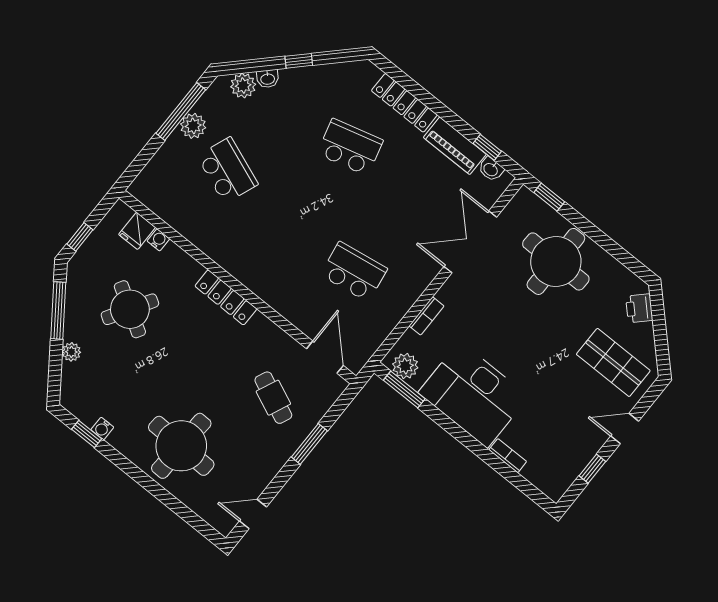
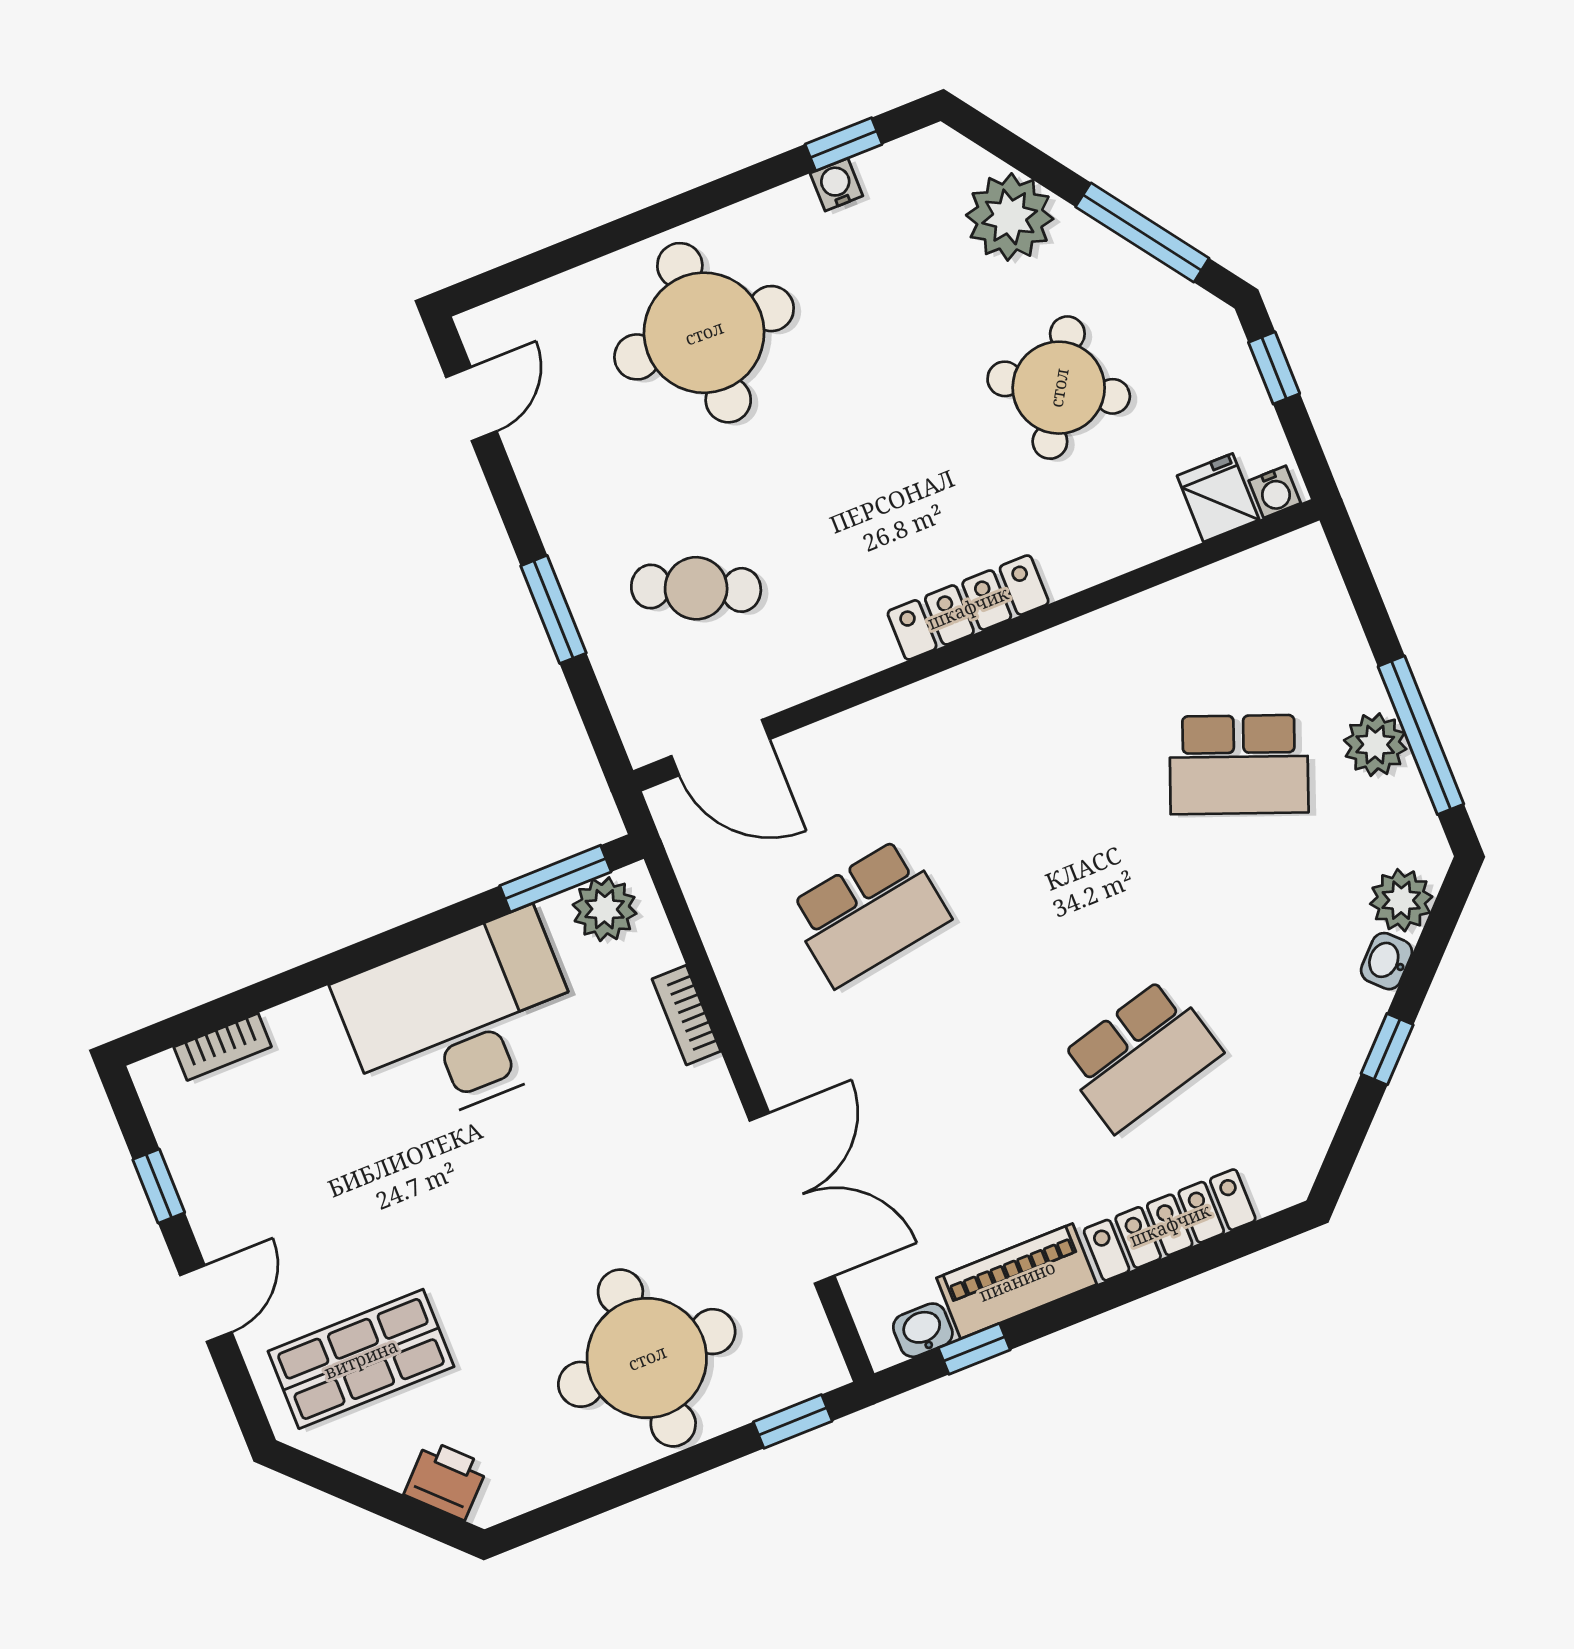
water cooler: (158, 240) -> (1275, 492), moved
plant: (71, 352) -> (1010, 217), width x1.88, depth x1.88
bookcase: (508, 456) -> (223, 1047), moved

